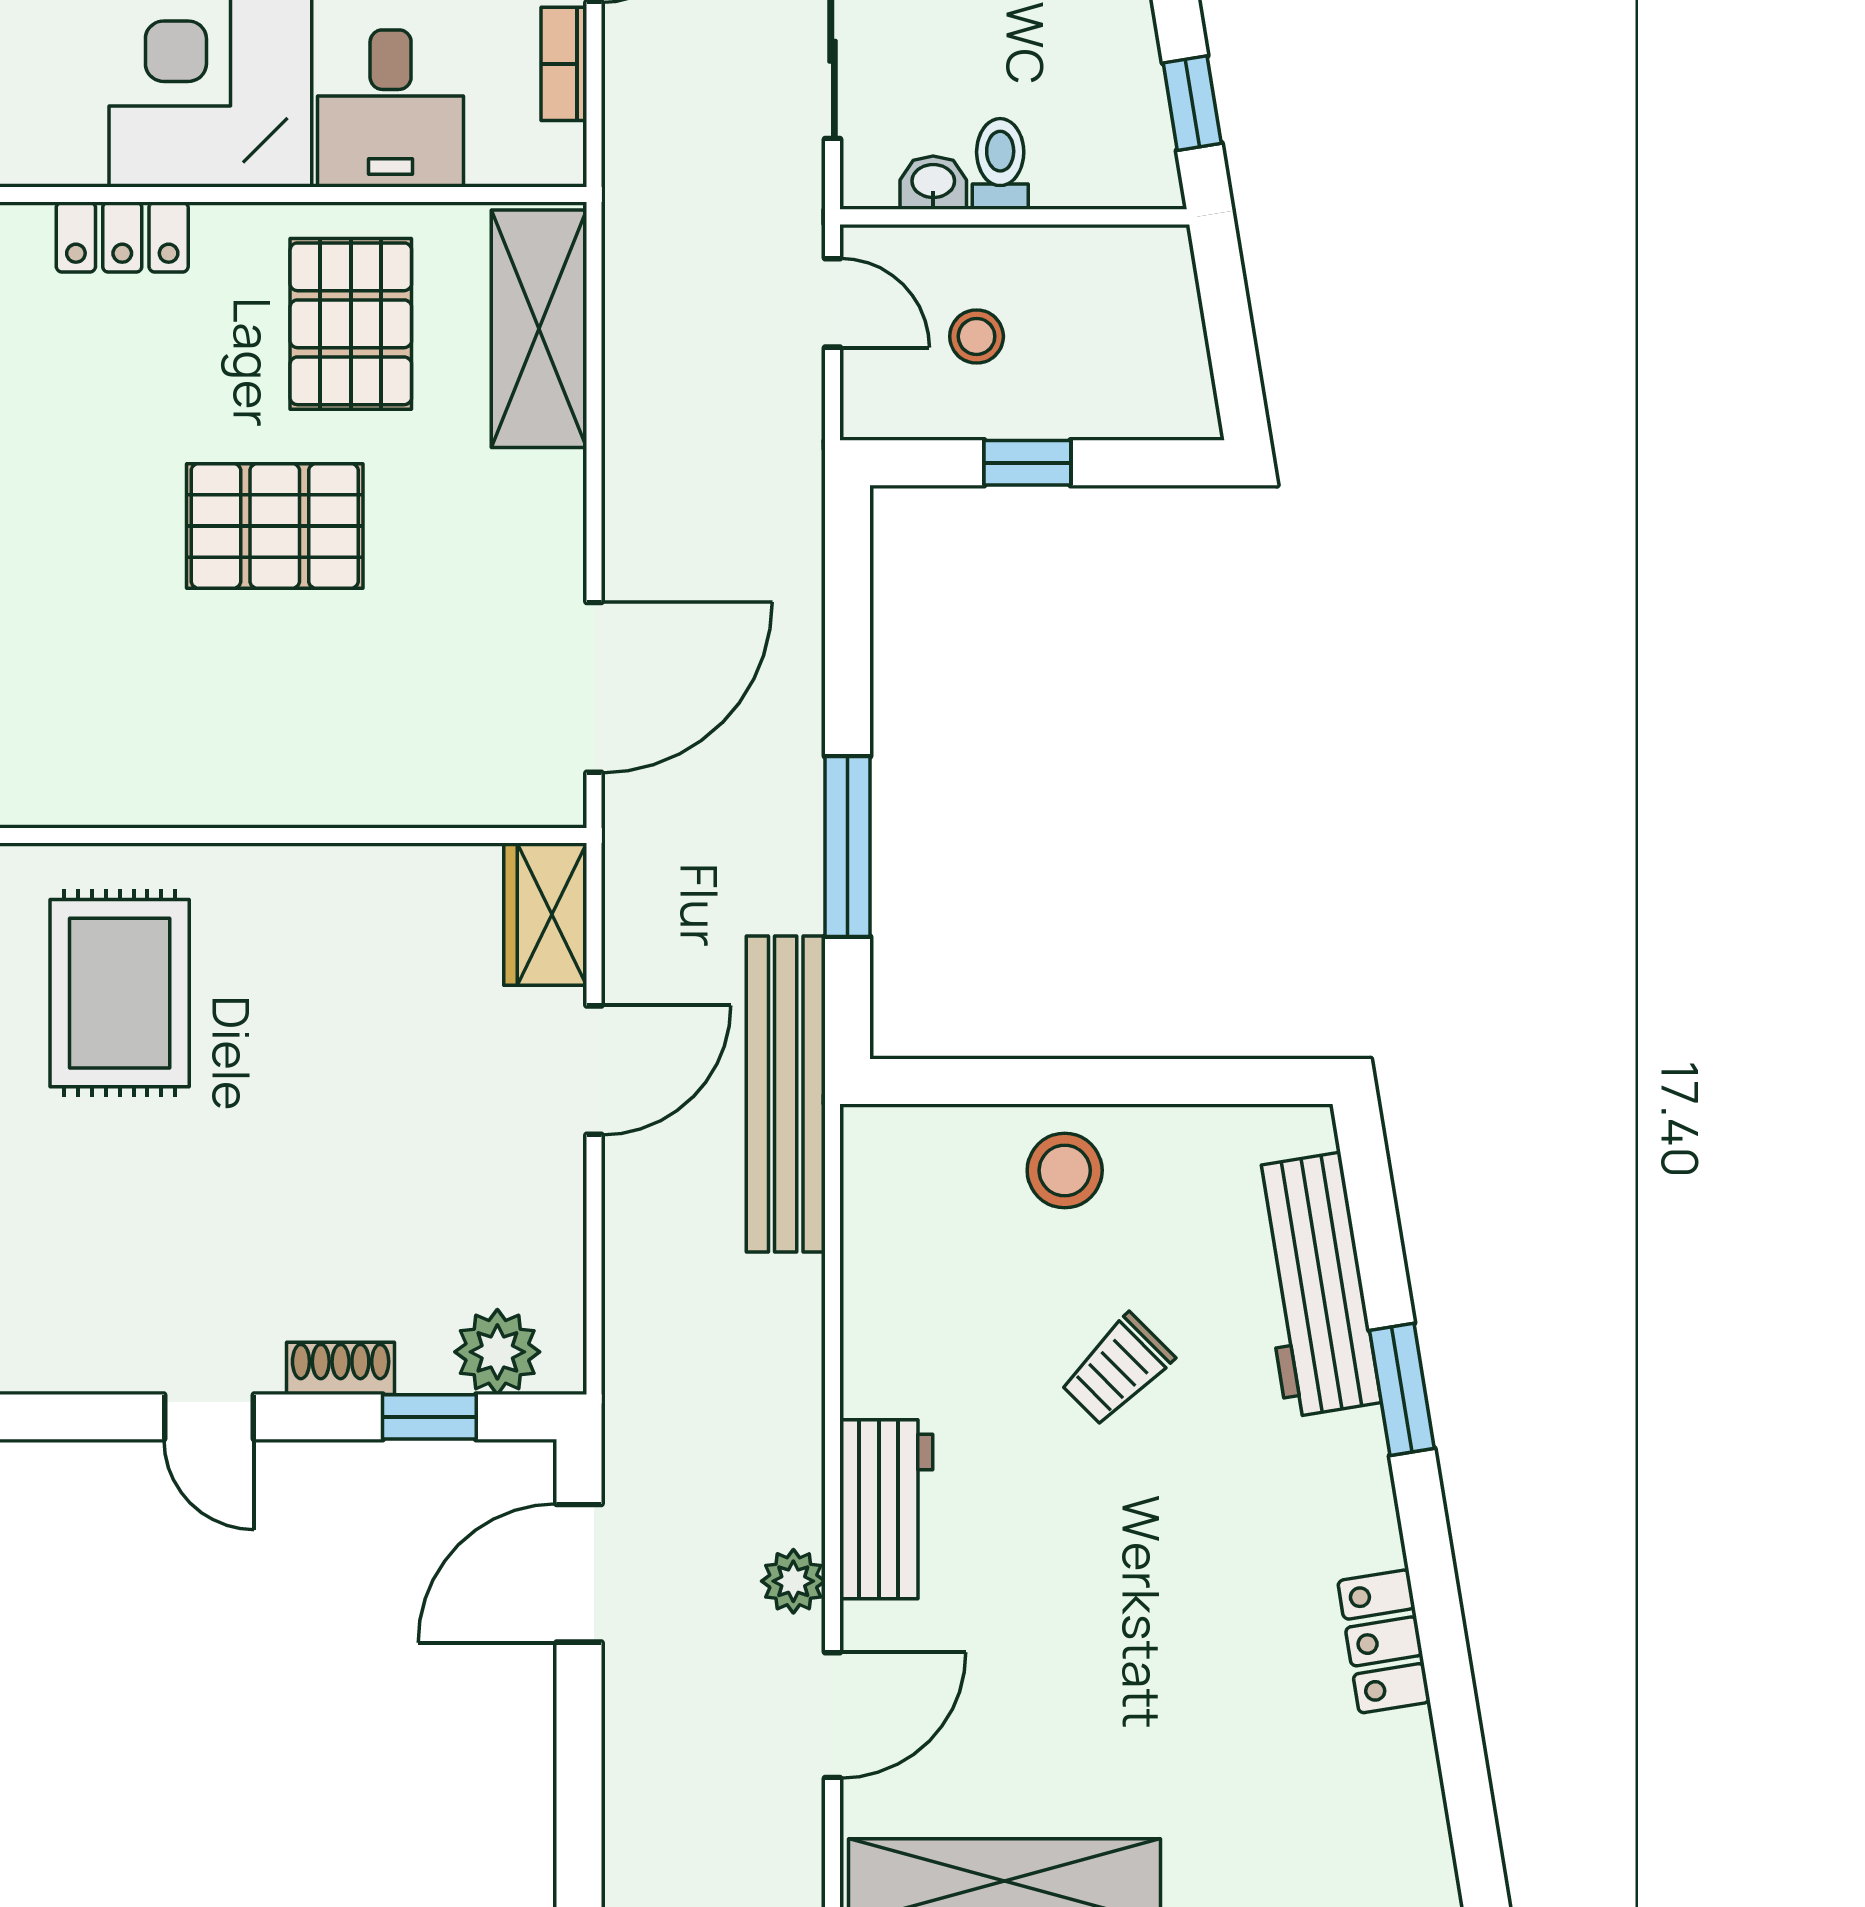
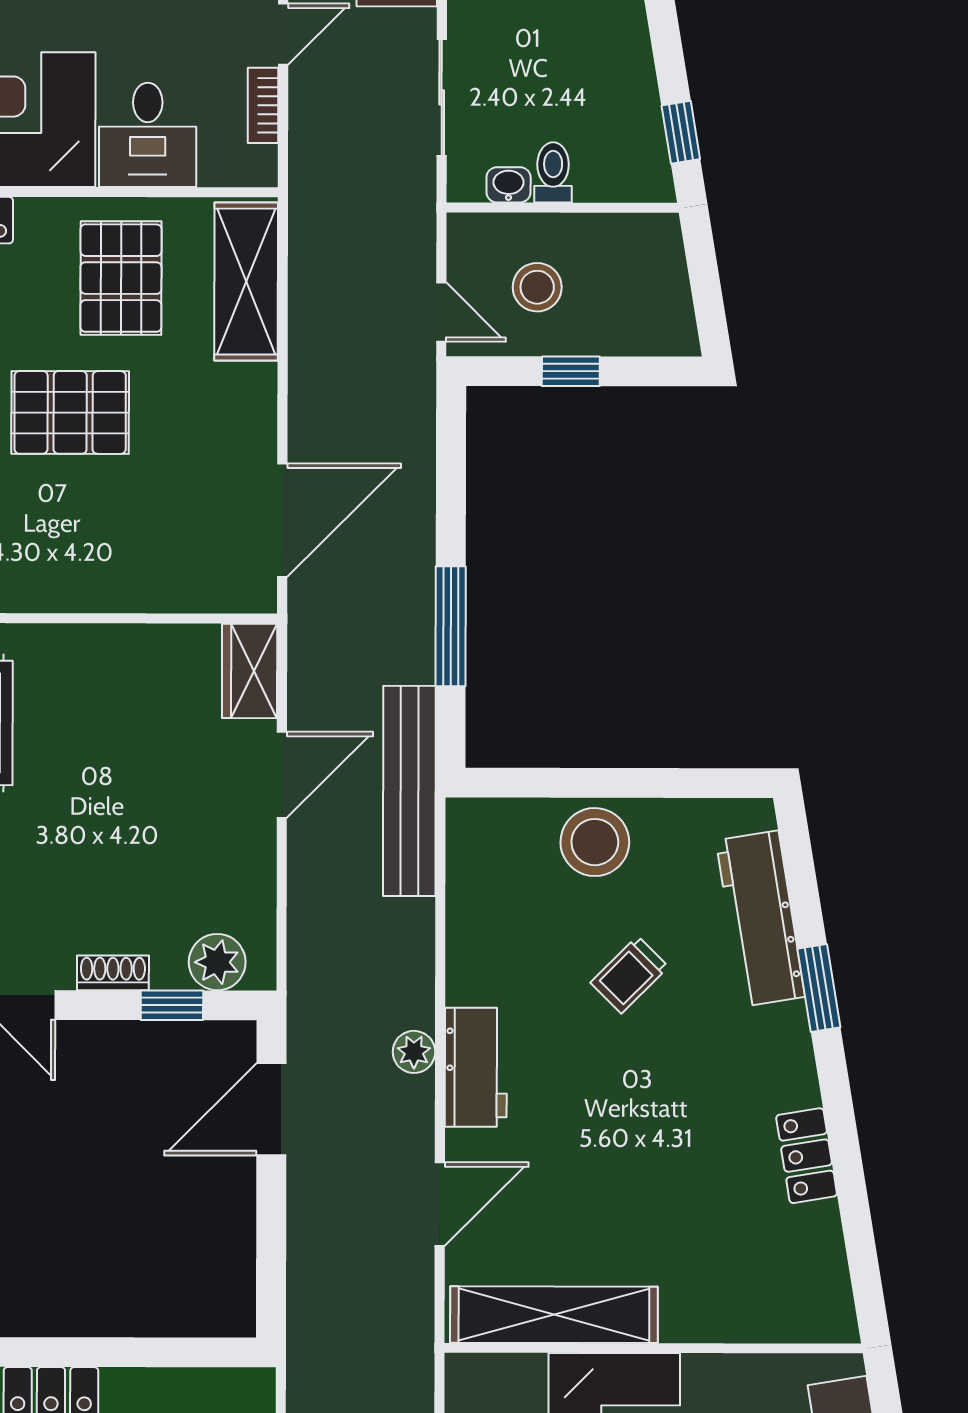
door: (833, 303) -> (441, 312), moved
stool: (977, 336) -> (537, 287), width x1.37, depth x1.37
stool: (1065, 1170) -> (595, 842), width x1.38, depth x1.38
plant: (793, 1581) -> (414, 1052), moved

